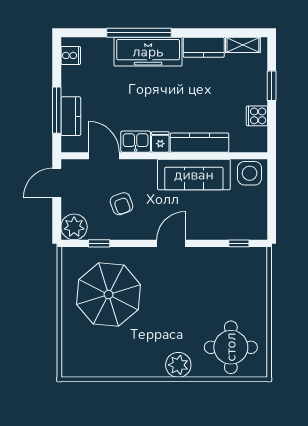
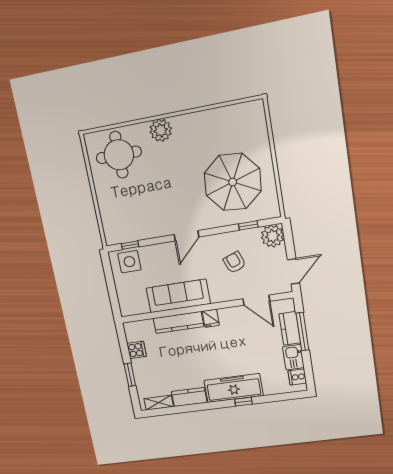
window: (139, 33) -> (243, 402), width x0.32
kitchen sink: (136, 142) -> (293, 357), moved, turned 90
side table: (250, 173) -> (129, 262), moved

